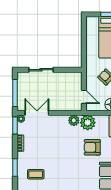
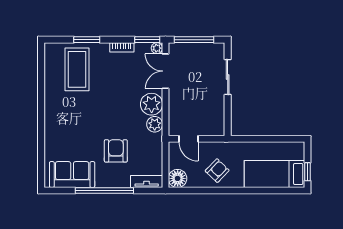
door: (84, 97) -> (188, 139), hinge flipped
double door: (37, 113) -> (165, 71), swing flipped
plant: (88, 123) -> (152, 104), moved
coffee table: (36, 174) -> (77, 69), width x1.86, depth x1.72

